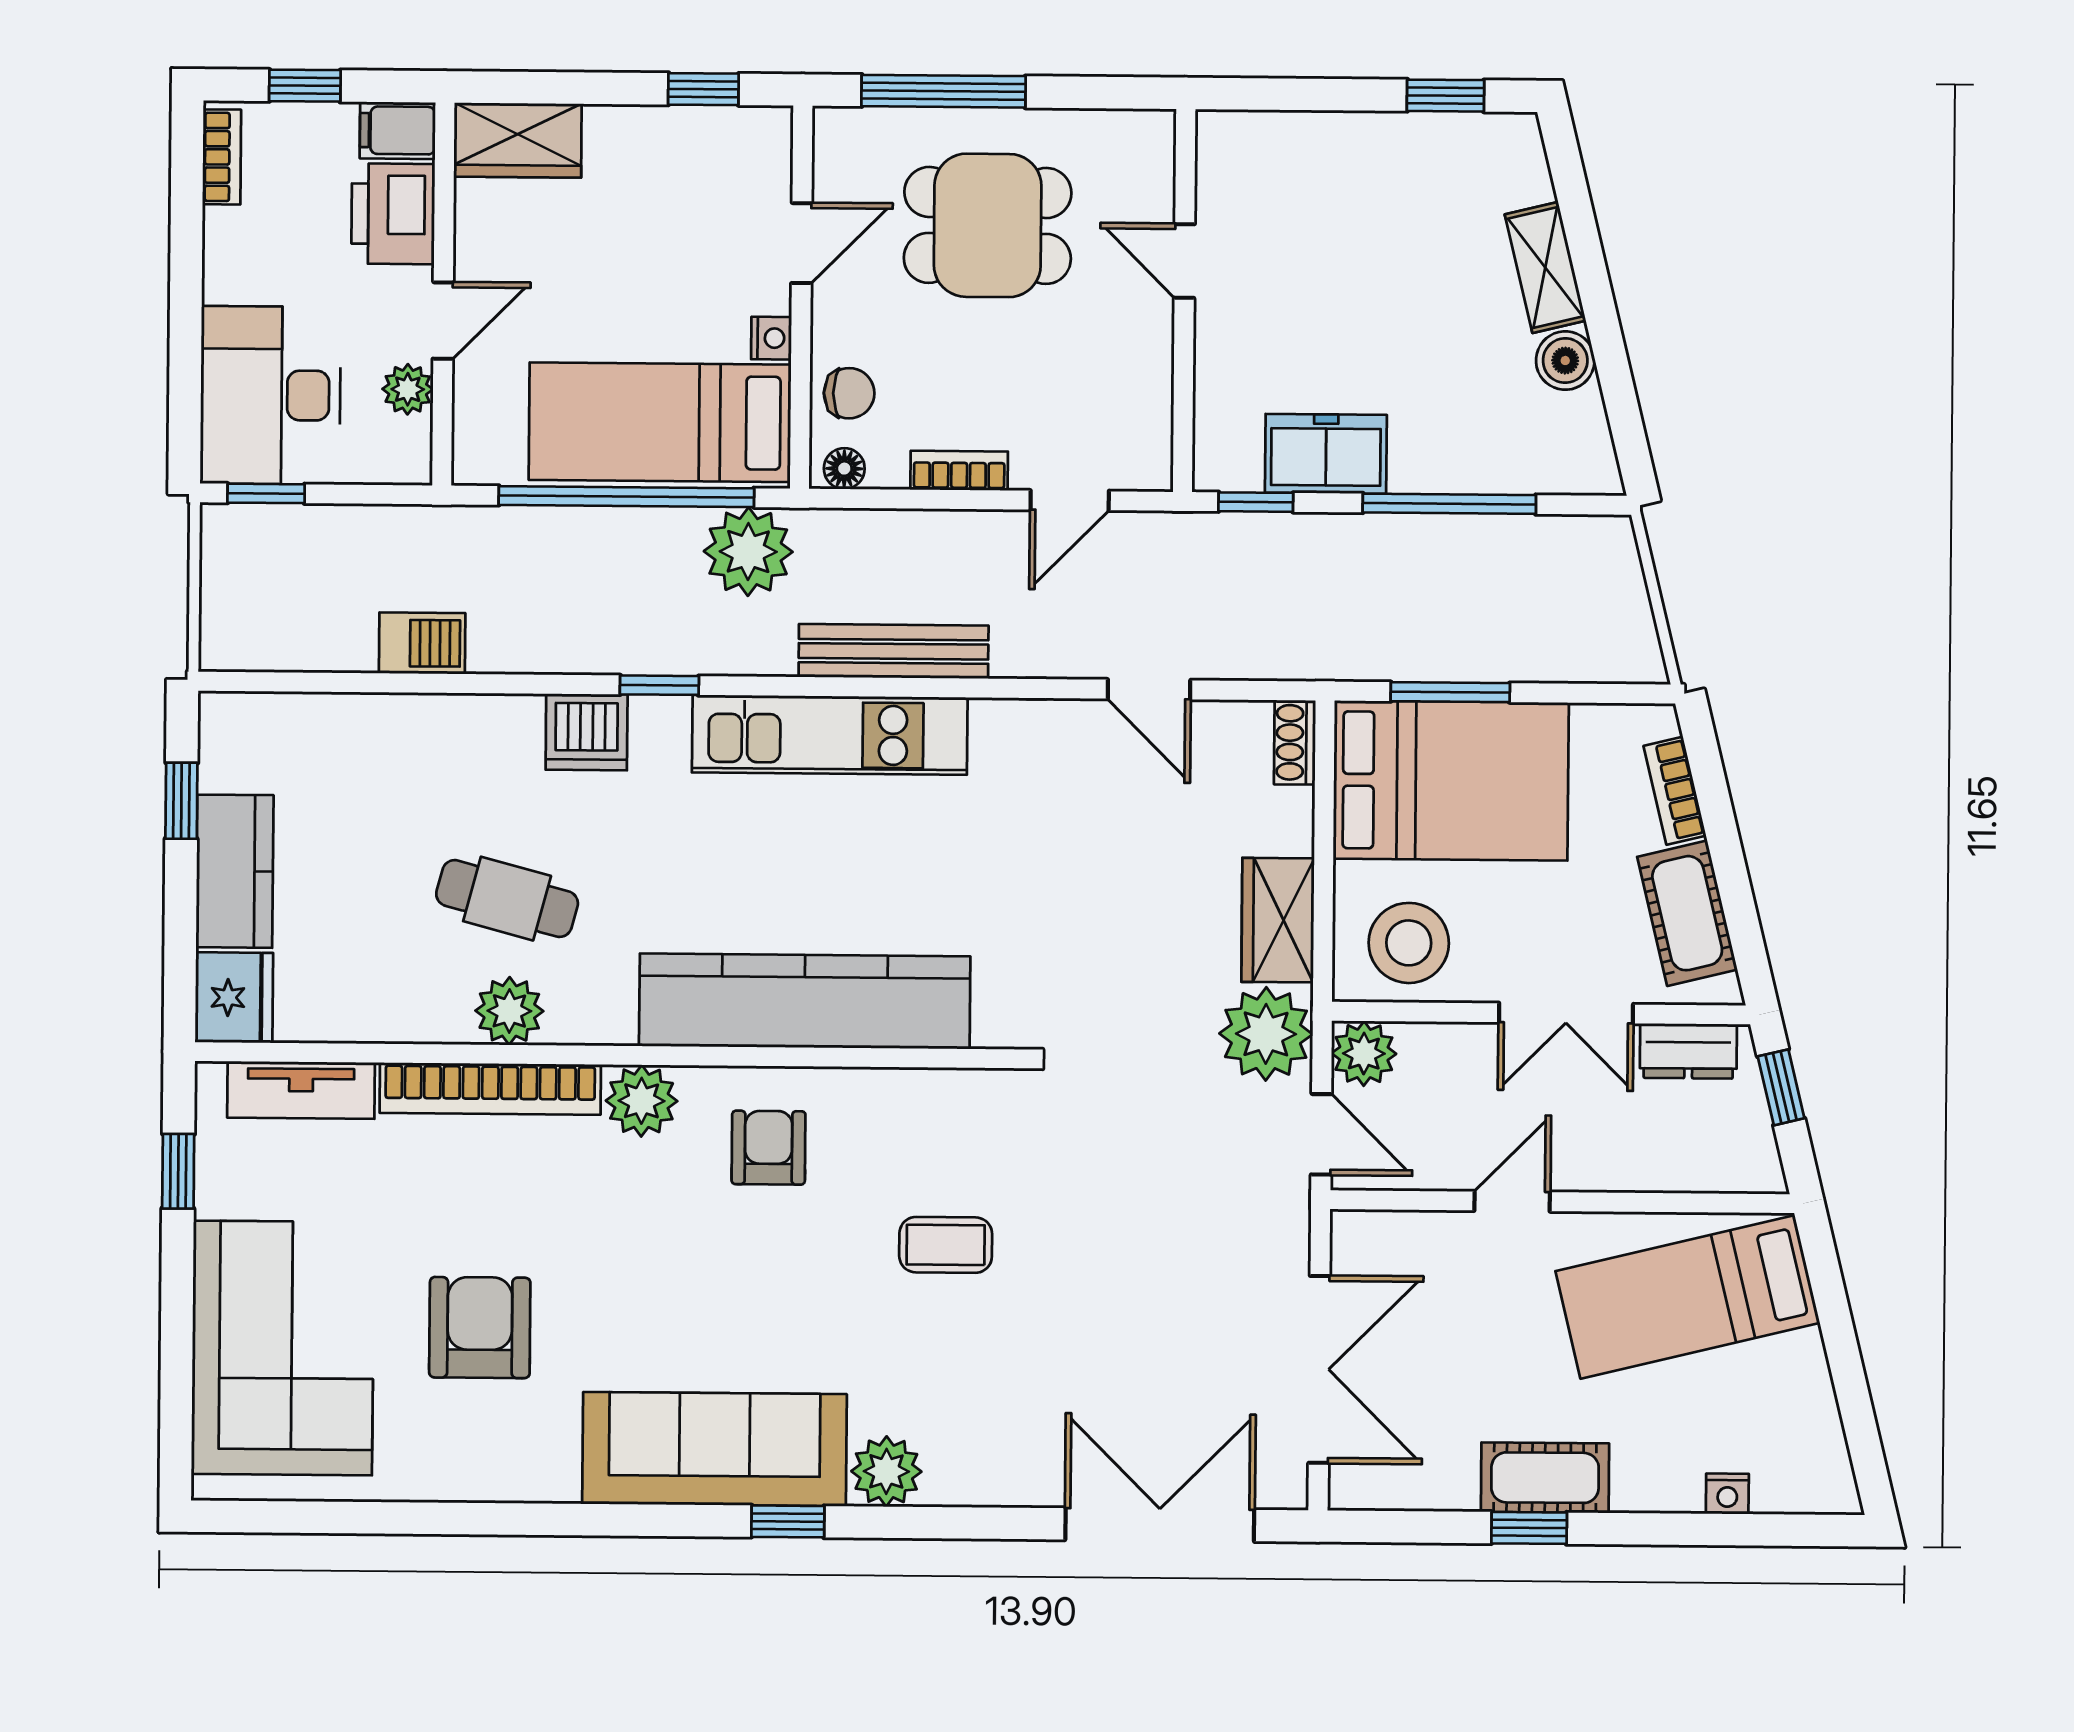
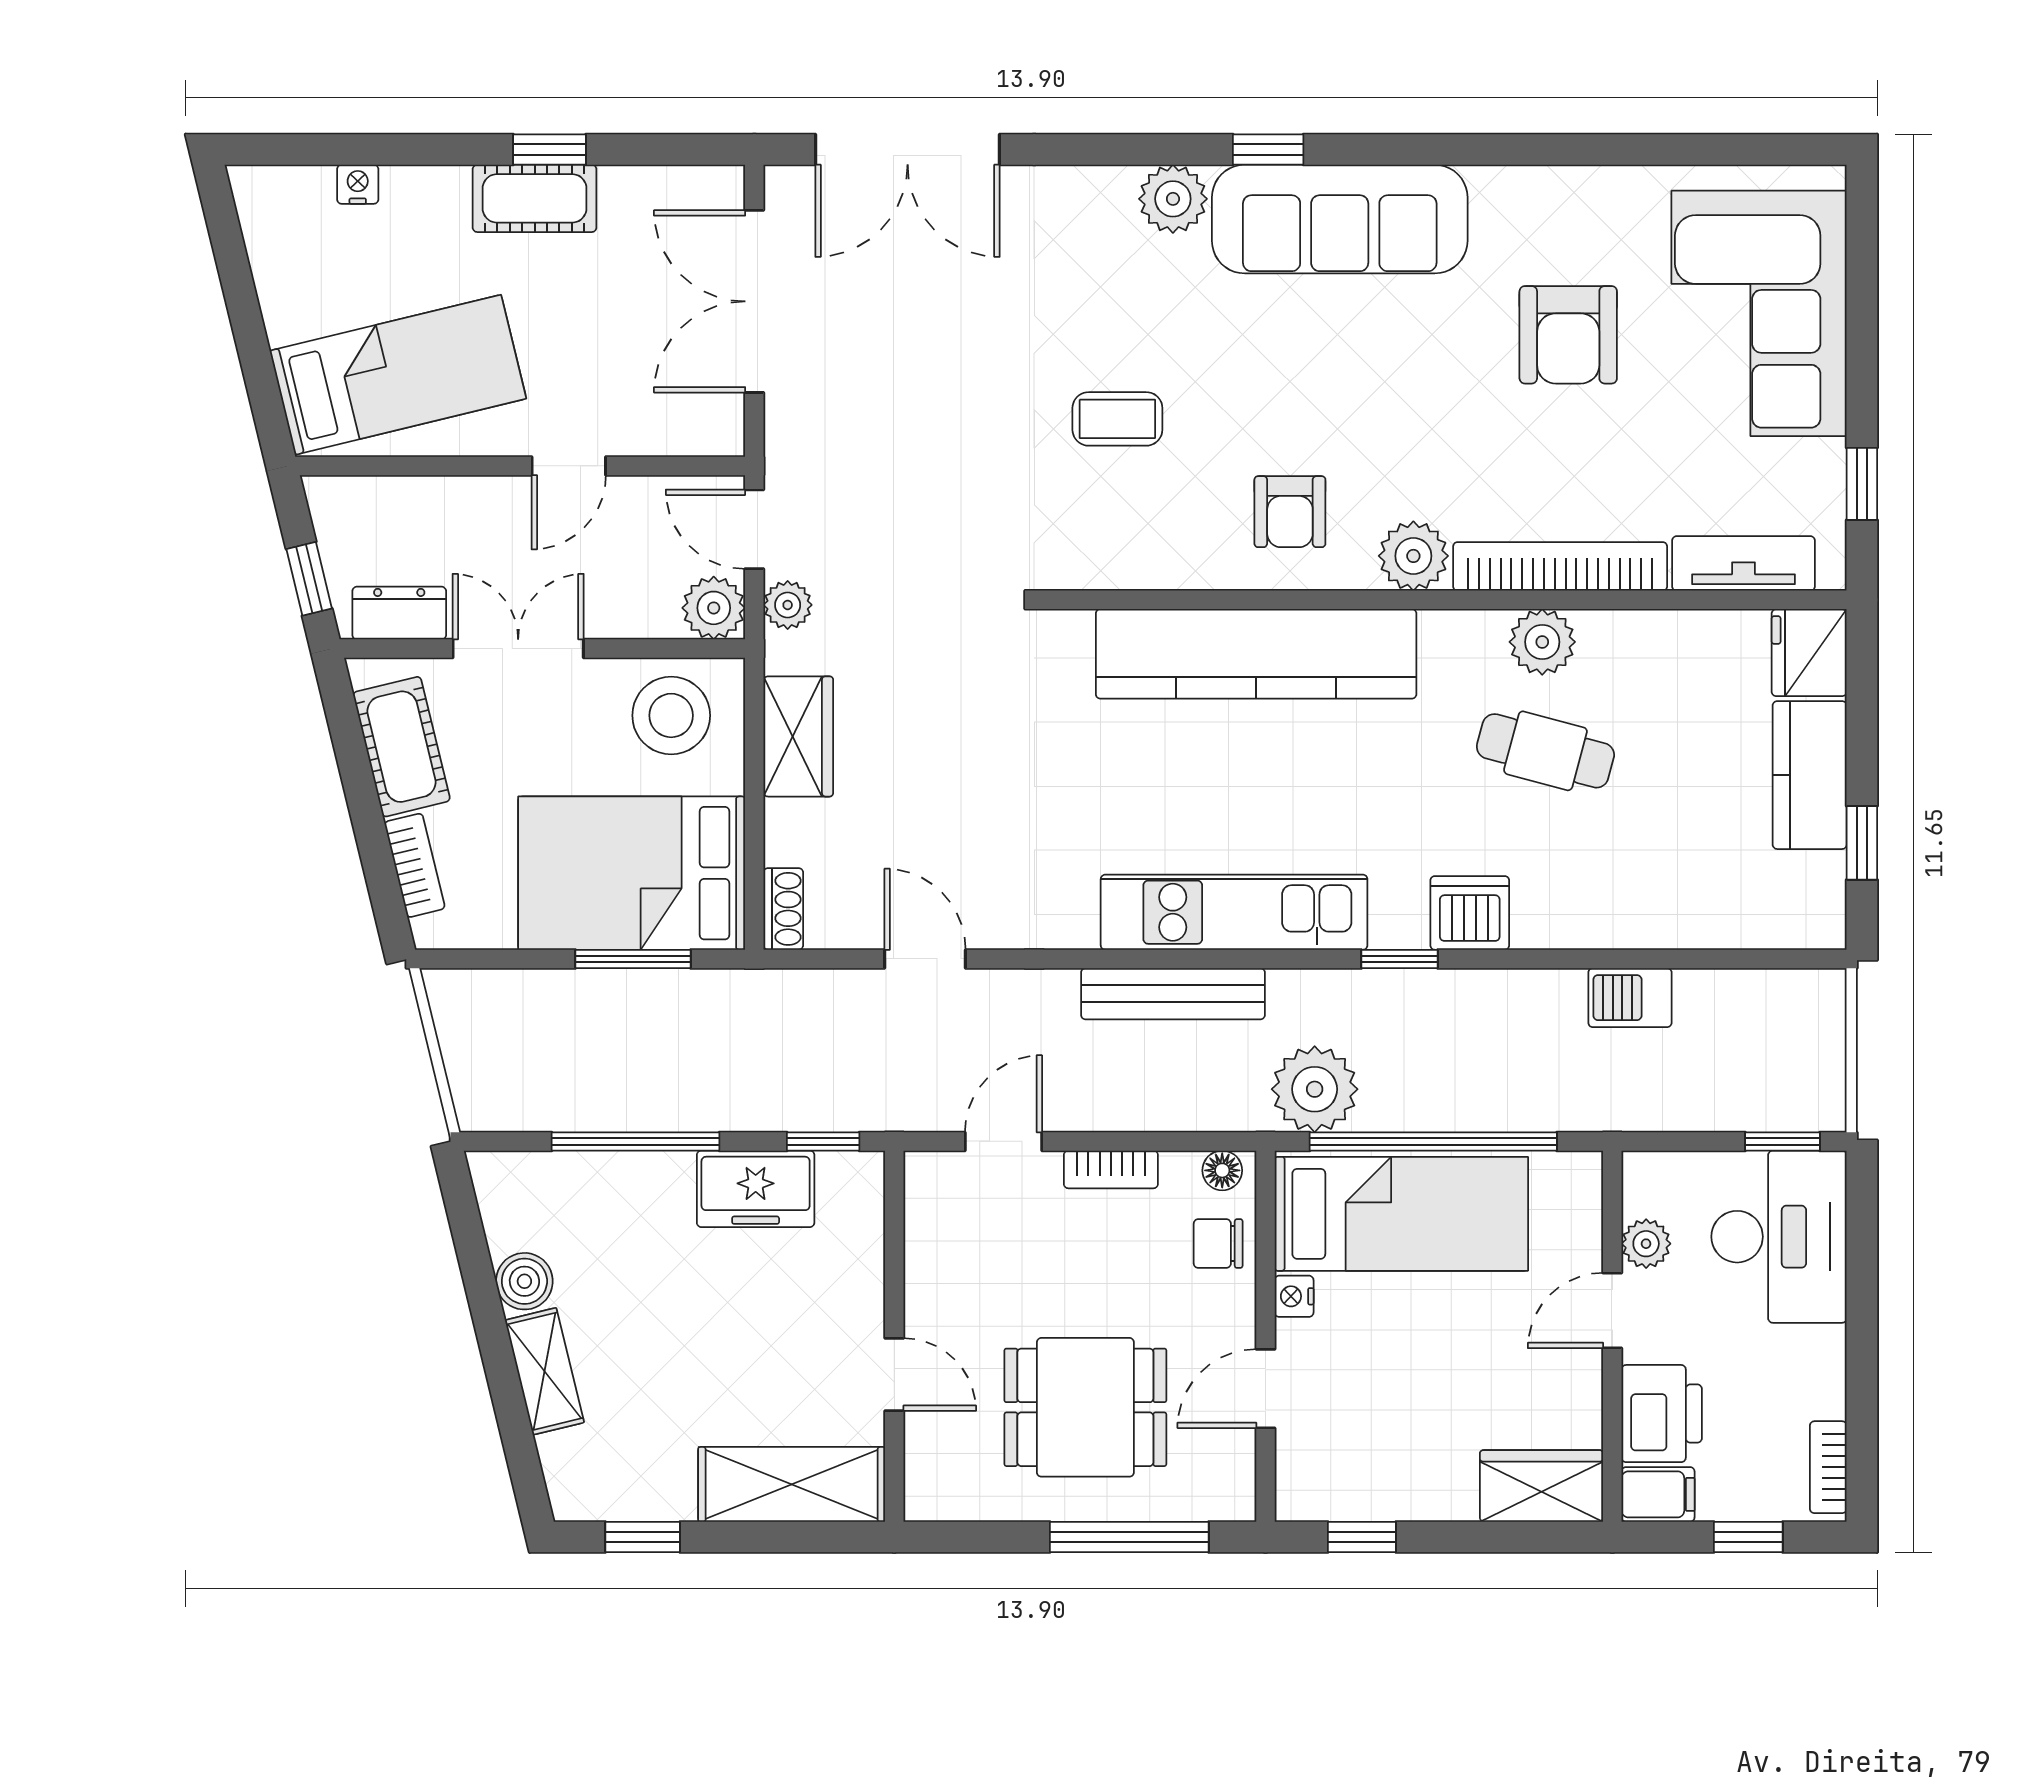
shelving: (1291, 149) -> (792, 1484), added
plant: (1266, 1034) -> (788, 605), width x0.53, depth x0.53

